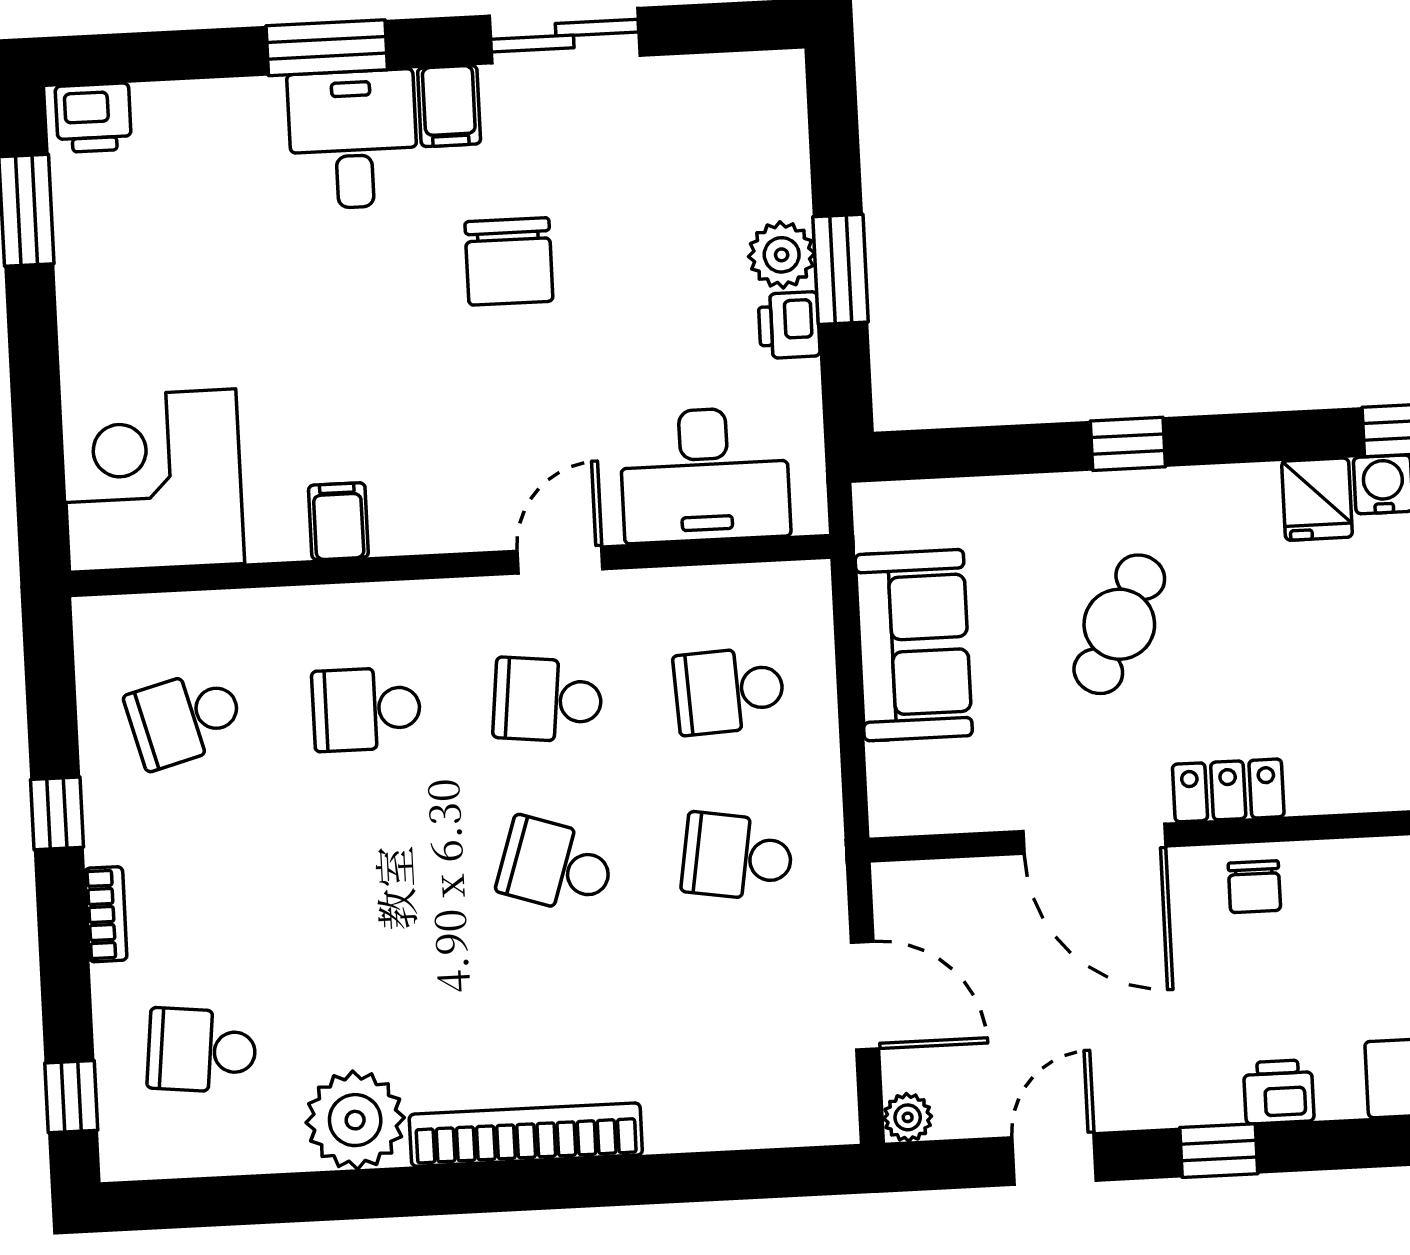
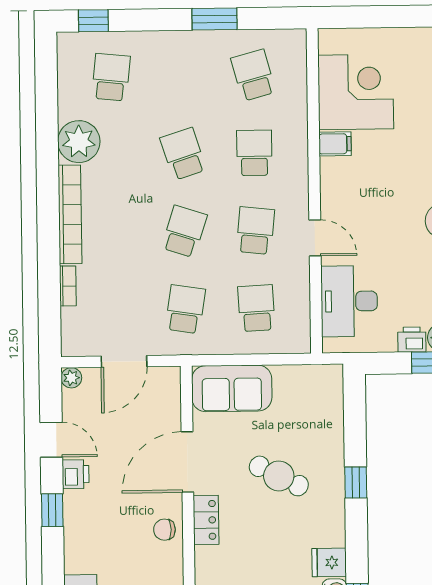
corner desk: (153, 481) -> (356, 92), moved
sofa: (914, 645) -> (232, 388), moved
window: (57, 813) -> (215, 19), width x1.50
school desk: (375, 875) -> (183, 154), added
bookcase: (106, 914) -> (68, 286), moved, turned -90
printer: (1279, 1092) -> (76, 474), moved

